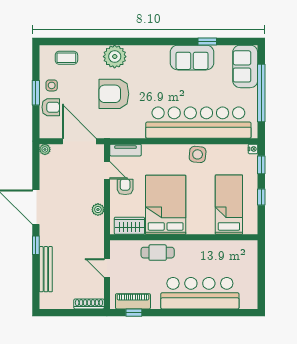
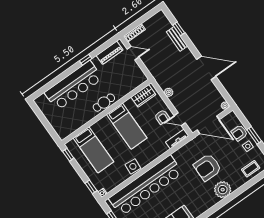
armchair: (114, 94) -> (208, 167), turned 180
window: (261, 197) -> (68, 155), moved
bed: (166, 205) -> (127, 126), width x0.67
window: (36, 245) -> (179, 29), moved
cafe table: (158, 253) -> (104, 103), moved
door: (107, 268) -> (133, 53), moved
bench: (46, 269) -> (177, 39), width x0.73
window: (134, 313) -> (86, 60), moved

